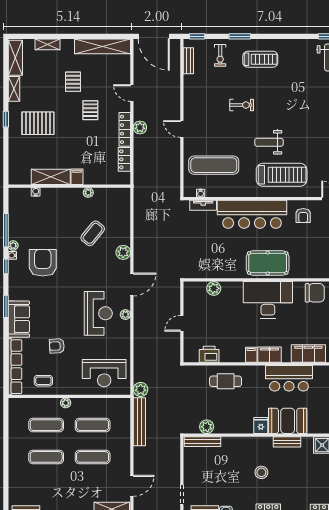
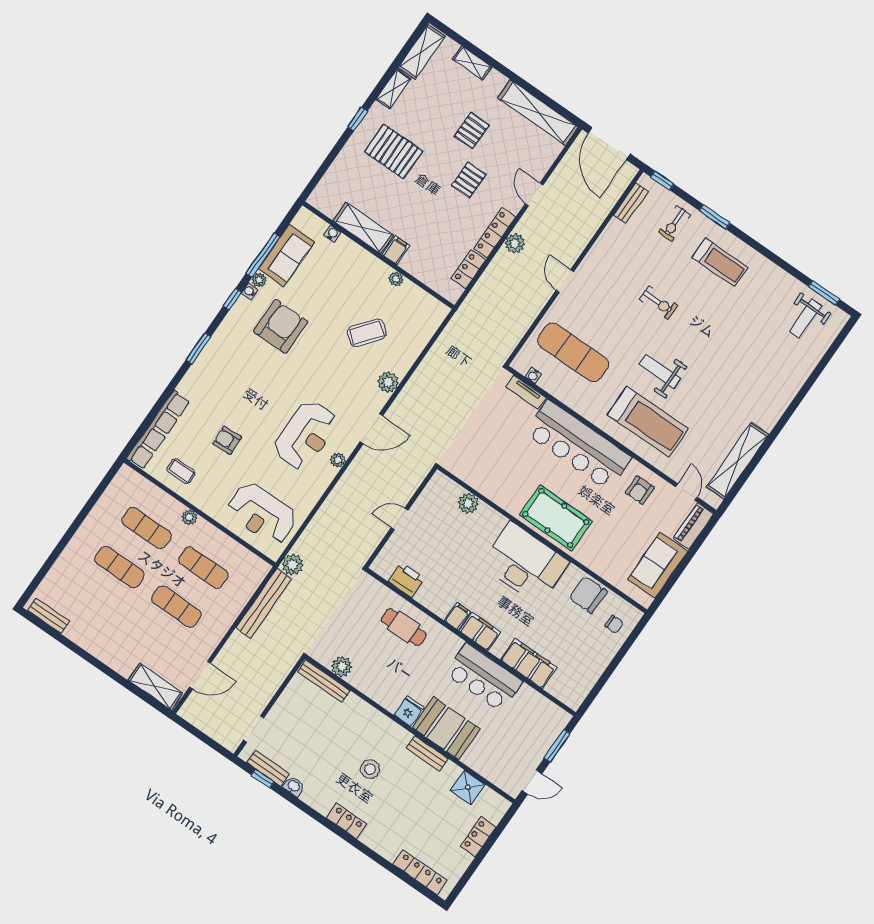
chair: (315, 293) -> (588, 595), turned 180
sofa: (19, 319) -> (287, 255), moved

